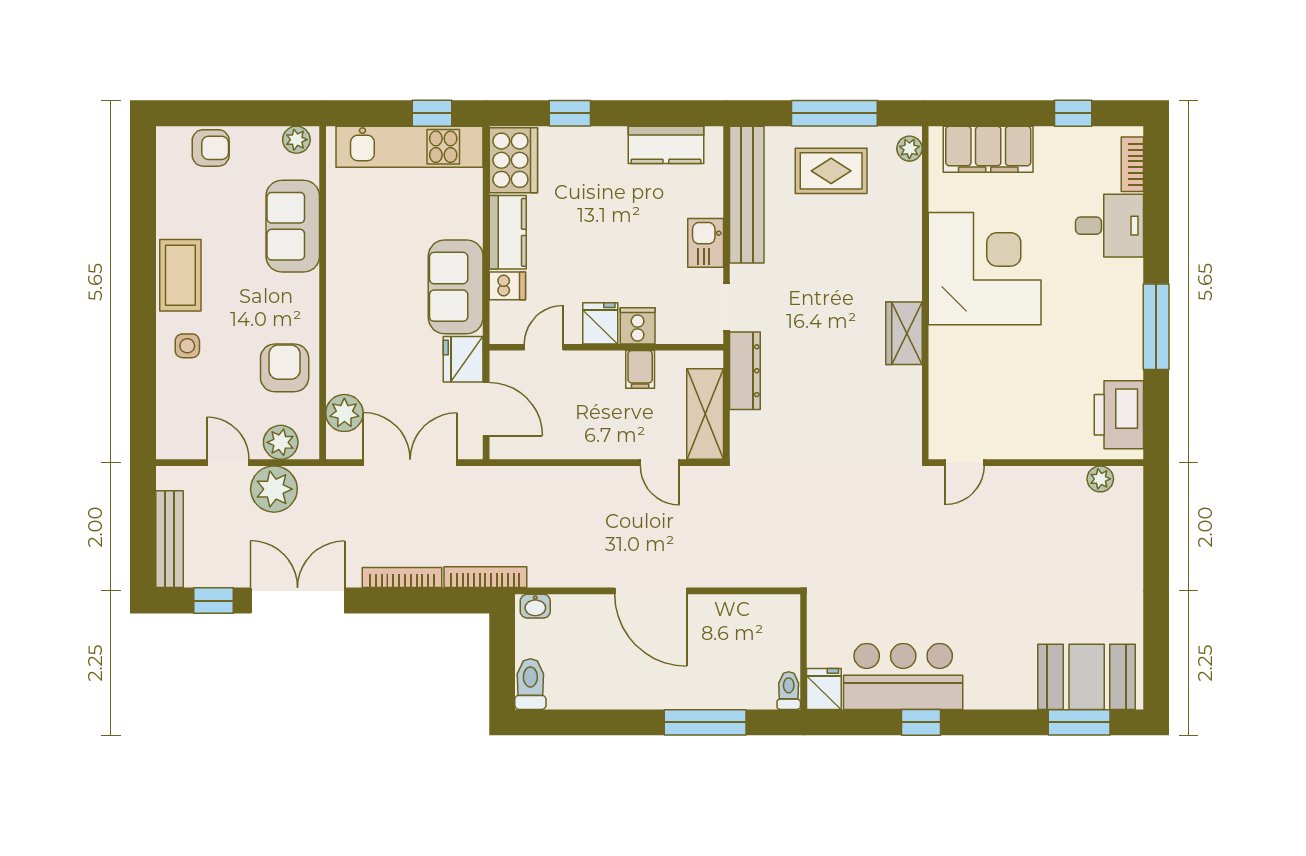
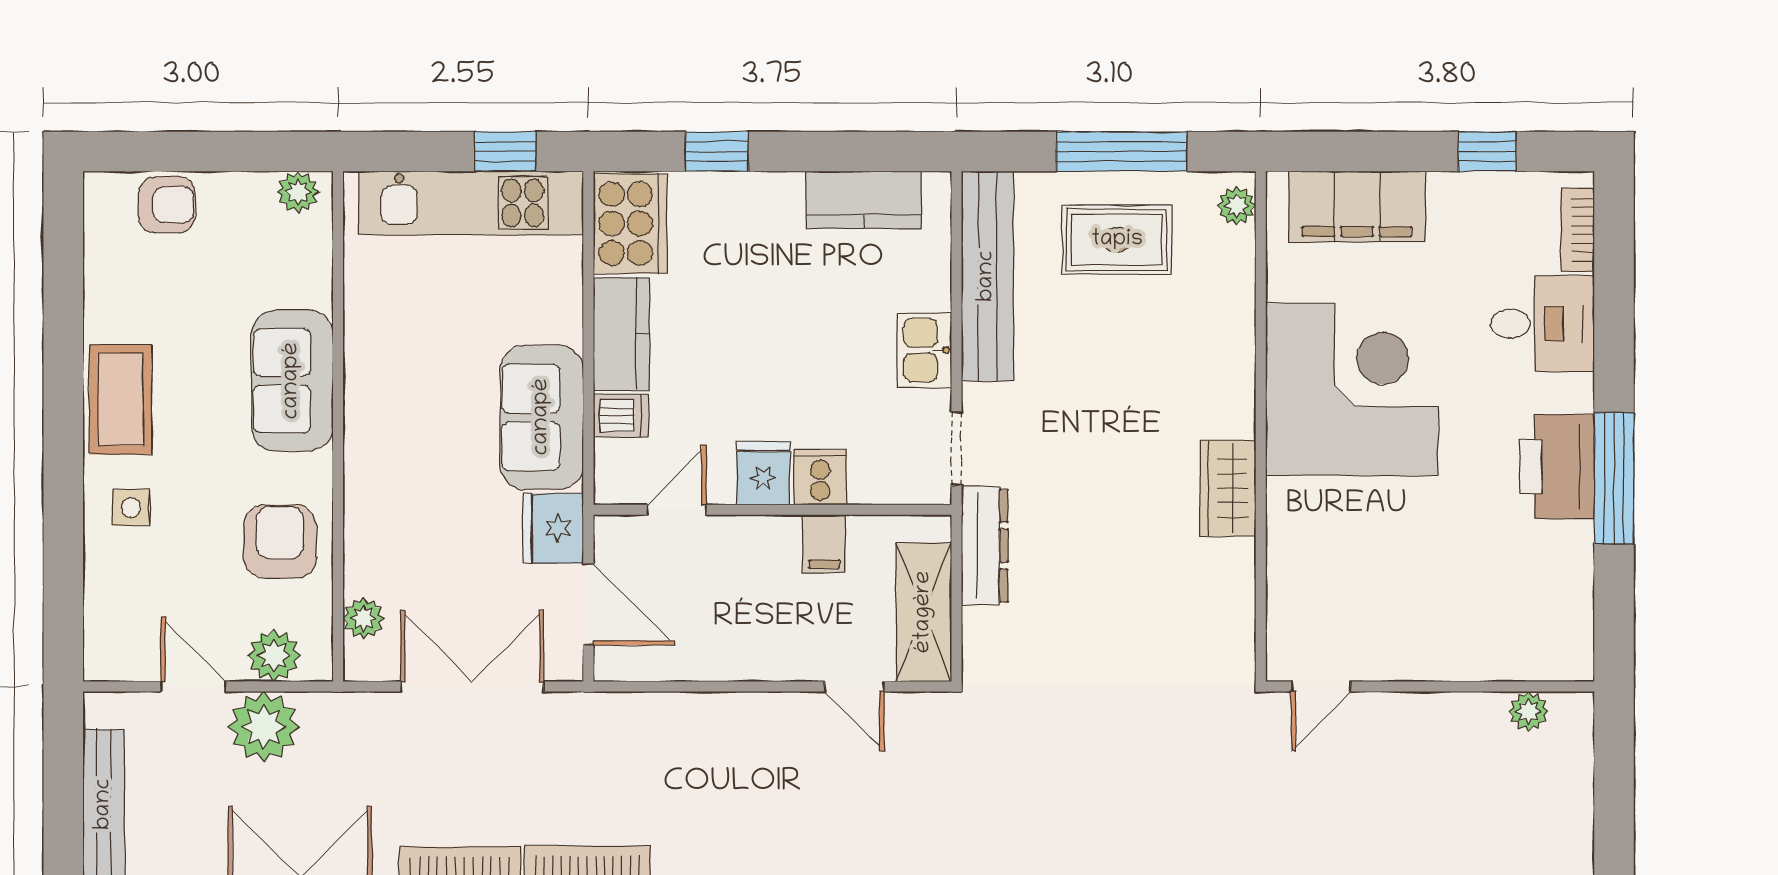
sofa: (293, 226) -> (292, 381), moved
plant: (344, 413) -> (364, 618), width x0.73, depth x0.73
printer: (1119, 415) -> (1557, 467), moved

